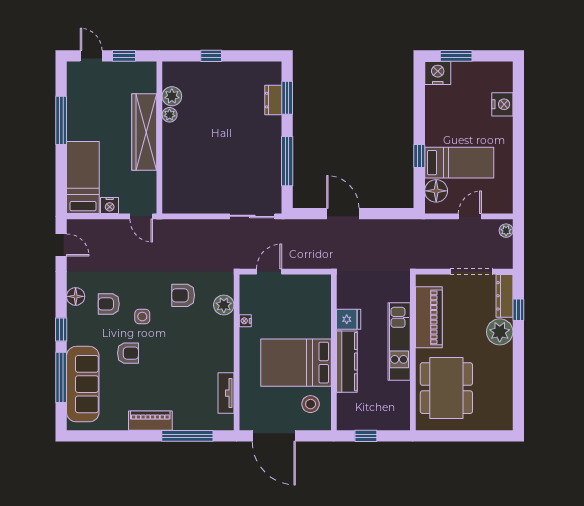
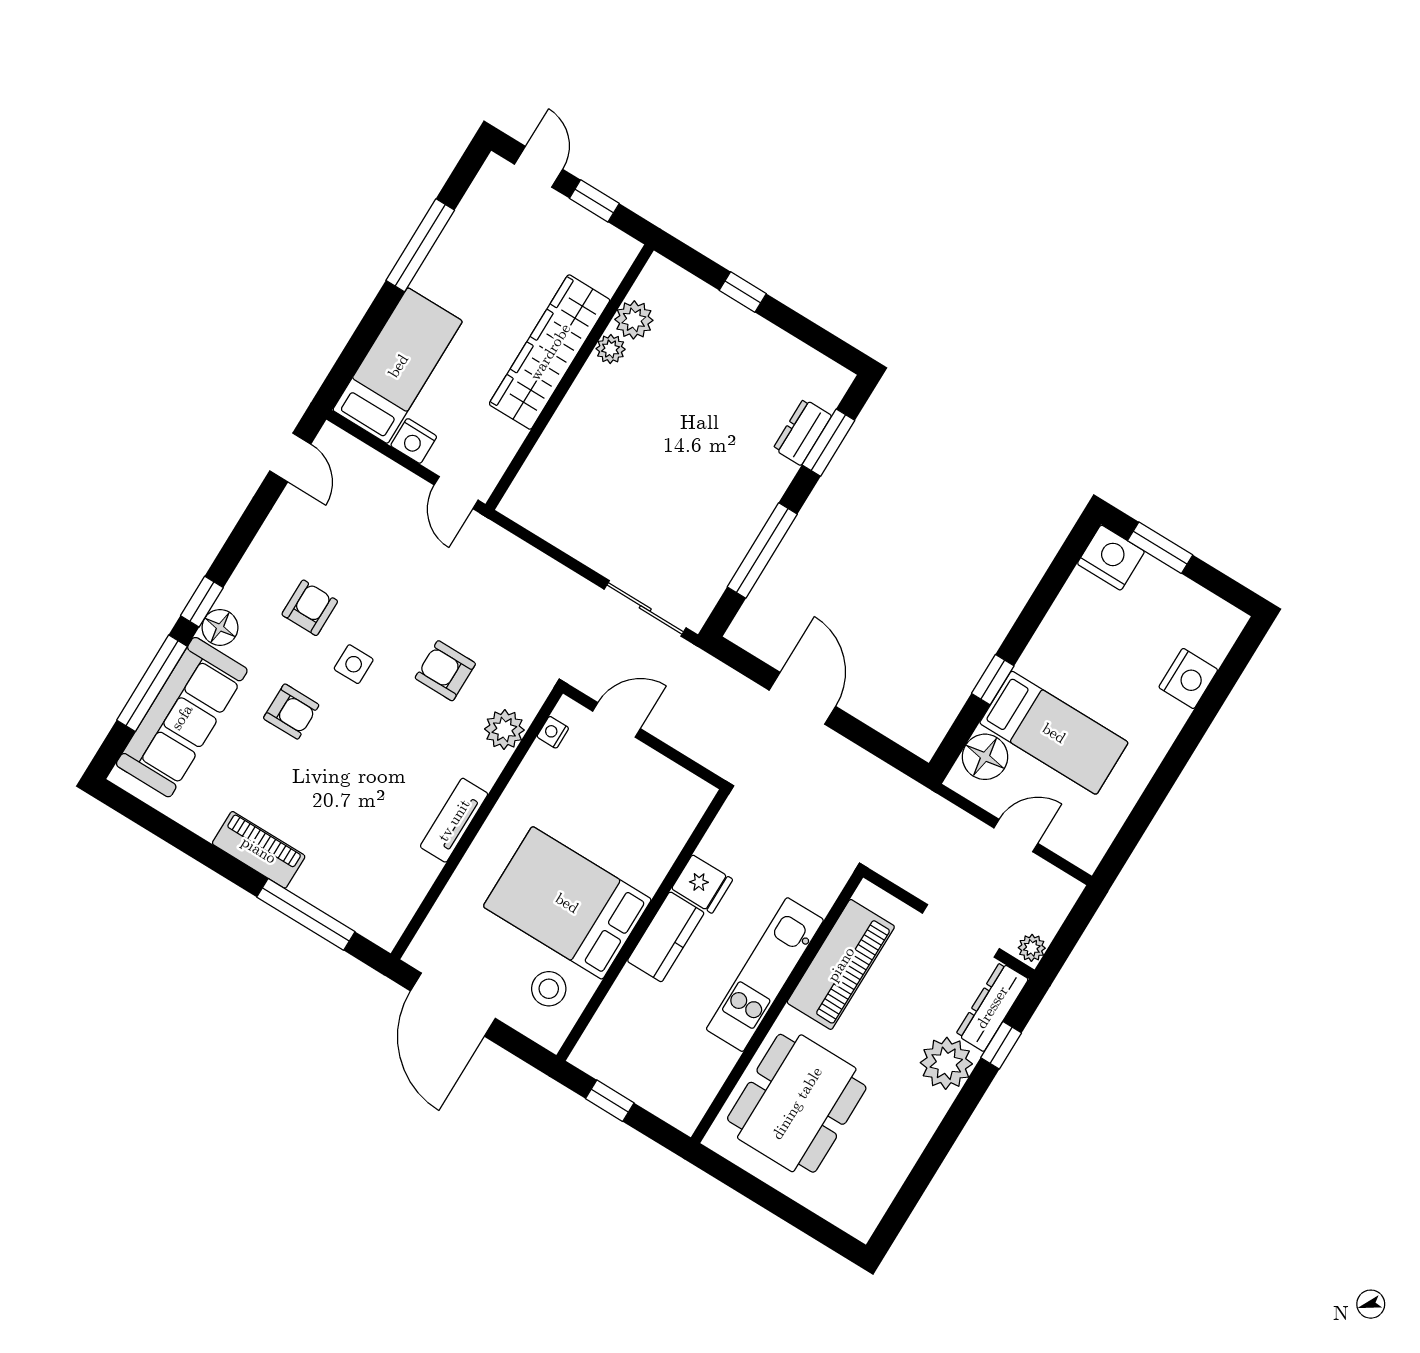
plant: (506, 231) -> (1032, 948), moved
floor lamp: (76, 296) -> (220, 627), moved
armchair: (109, 304) -> (310, 608), turned 90
nightstand: (245, 321) -> (553, 732), moved
kitchen counter: (347, 362) -> (666, 937), width x0.67
tv unit: (226, 393) -> (454, 820), moved

